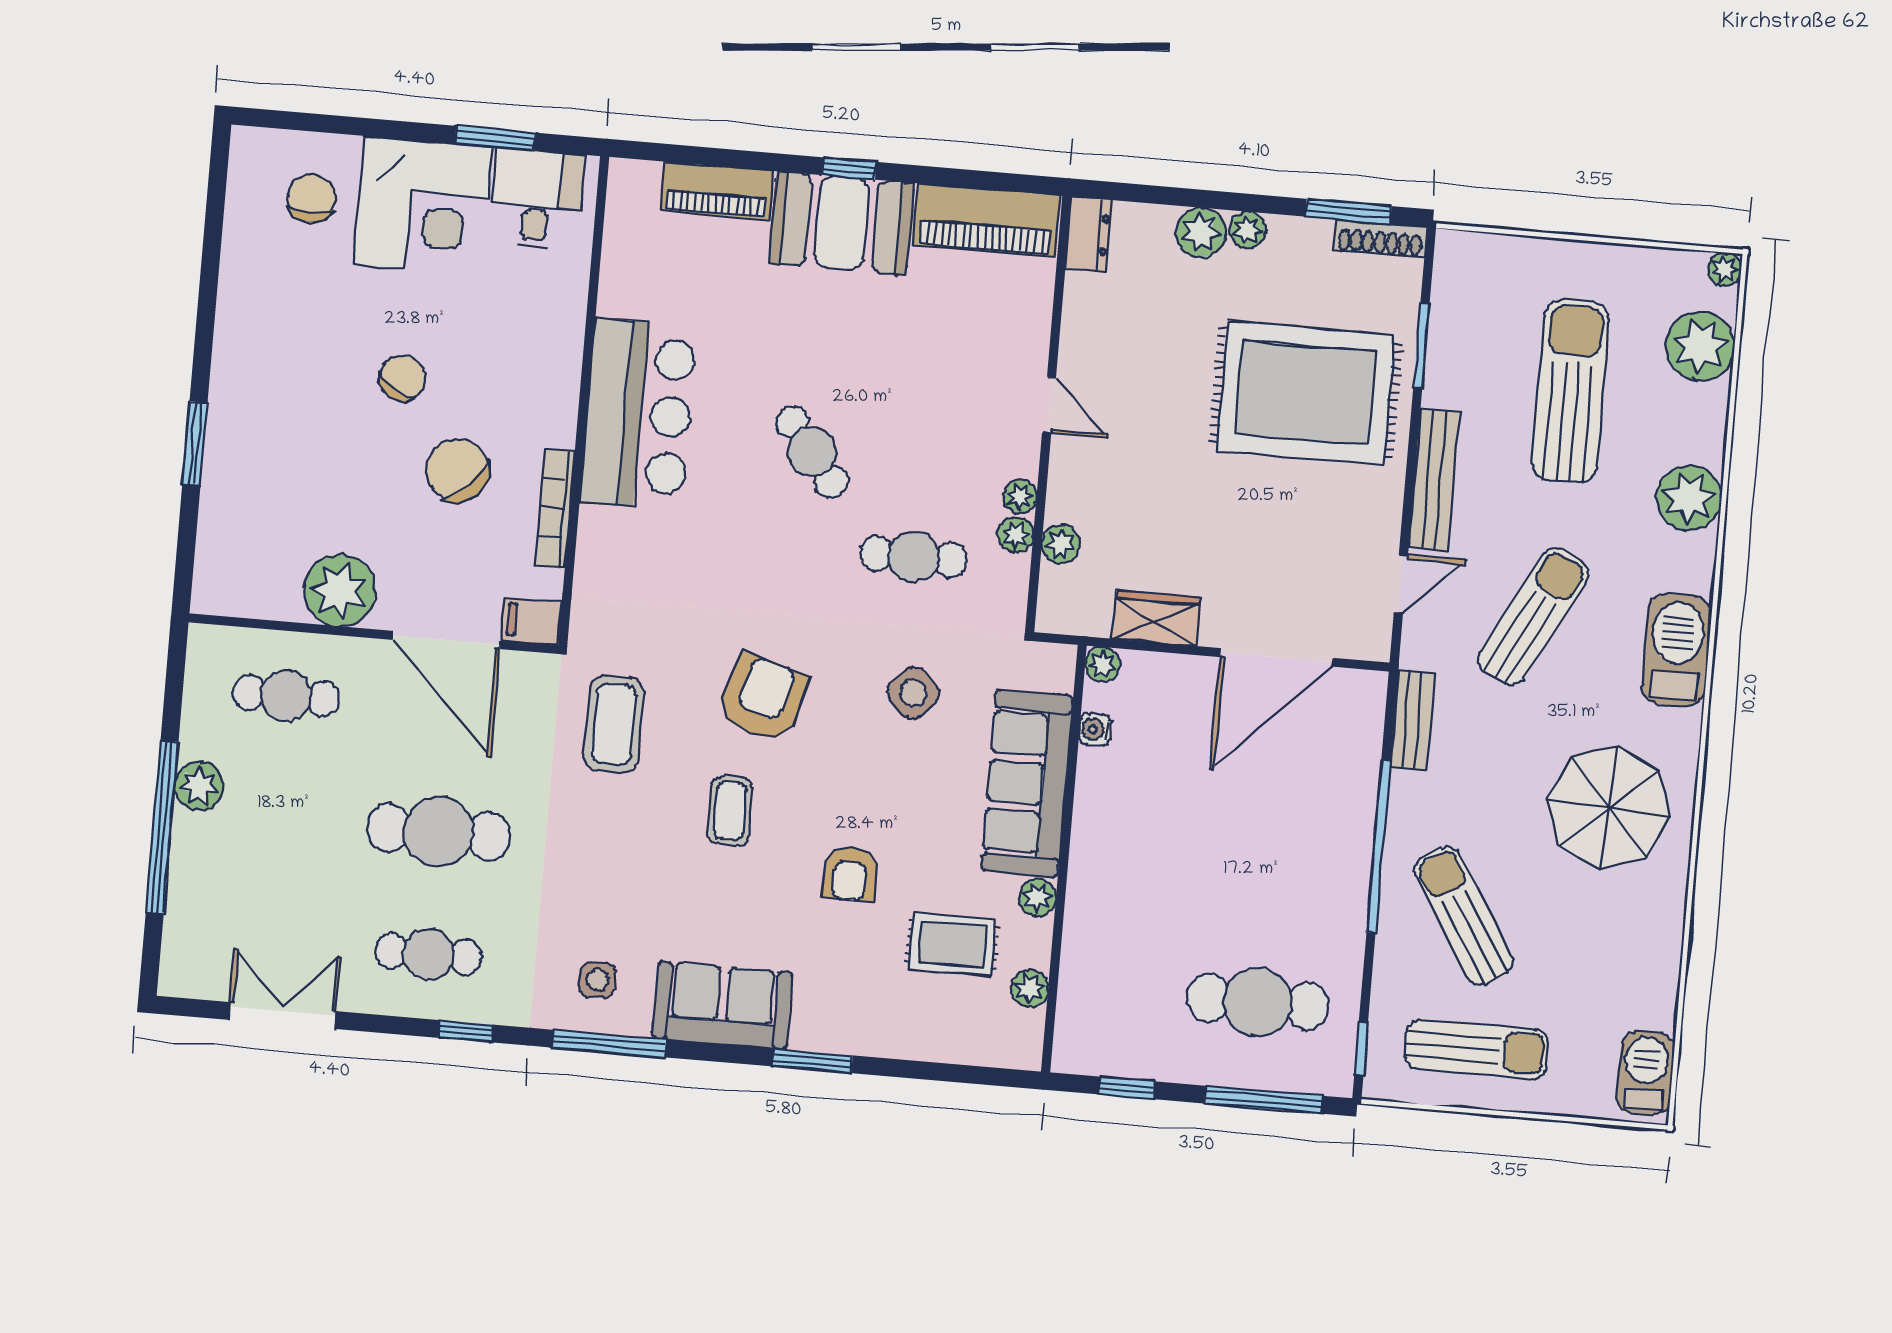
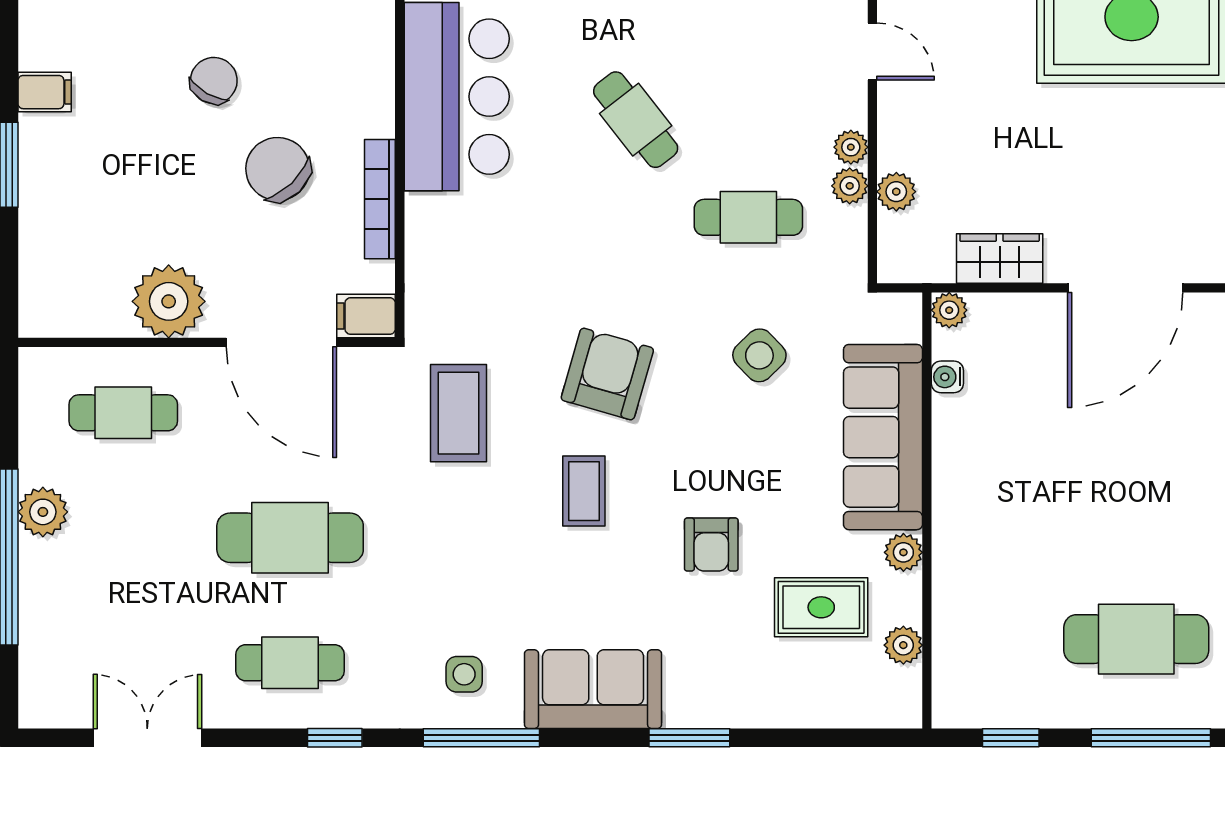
filing cabinet: (236, 375) -> (45, 92), added

